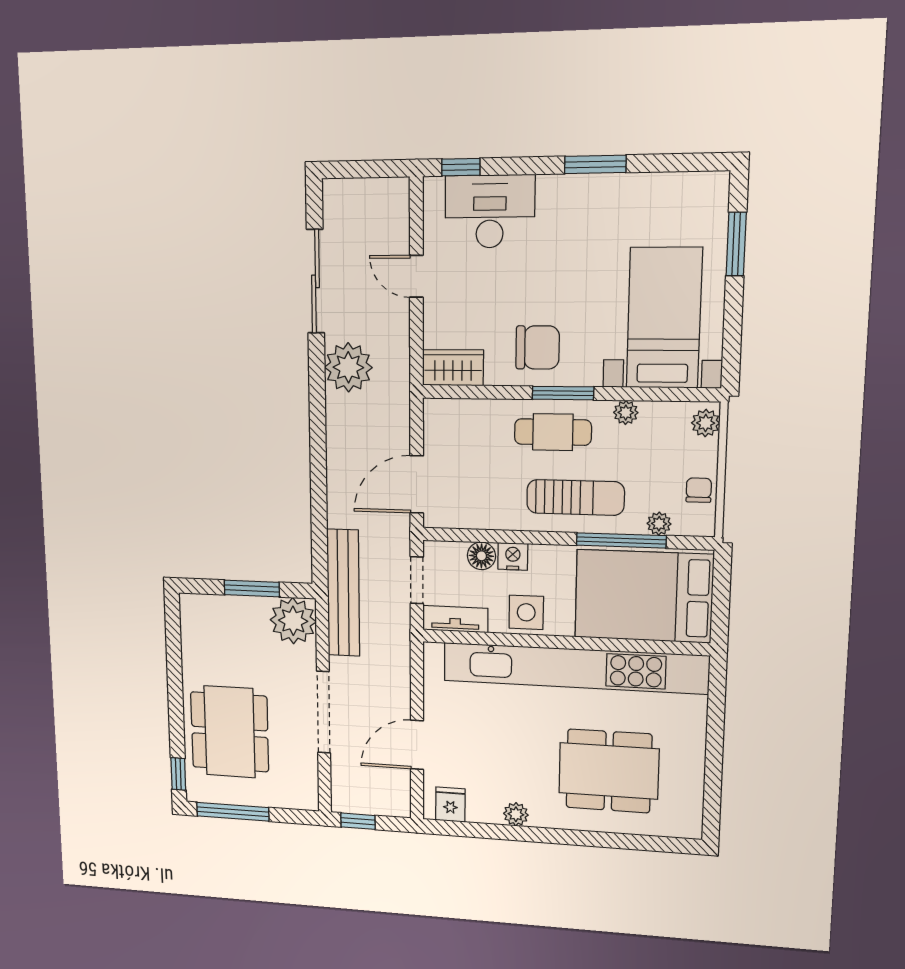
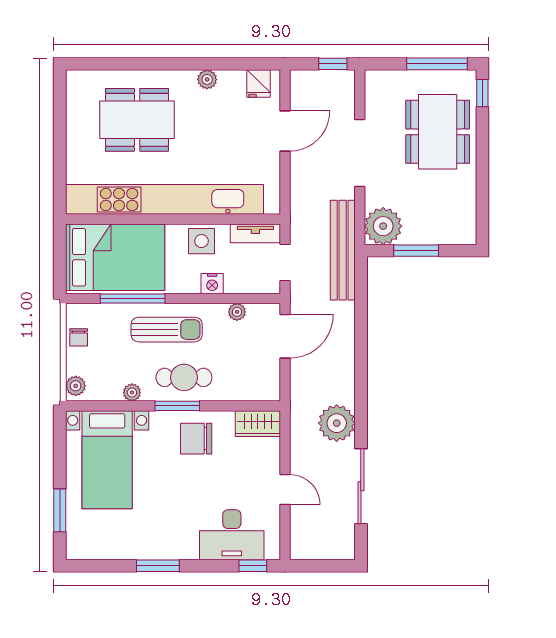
sun lounger: (575, 497) -> (167, 330), turned 180
plant: (659, 524) -> (237, 312), moved
floor lamp: (481, 556) -> (236, 283), removed

